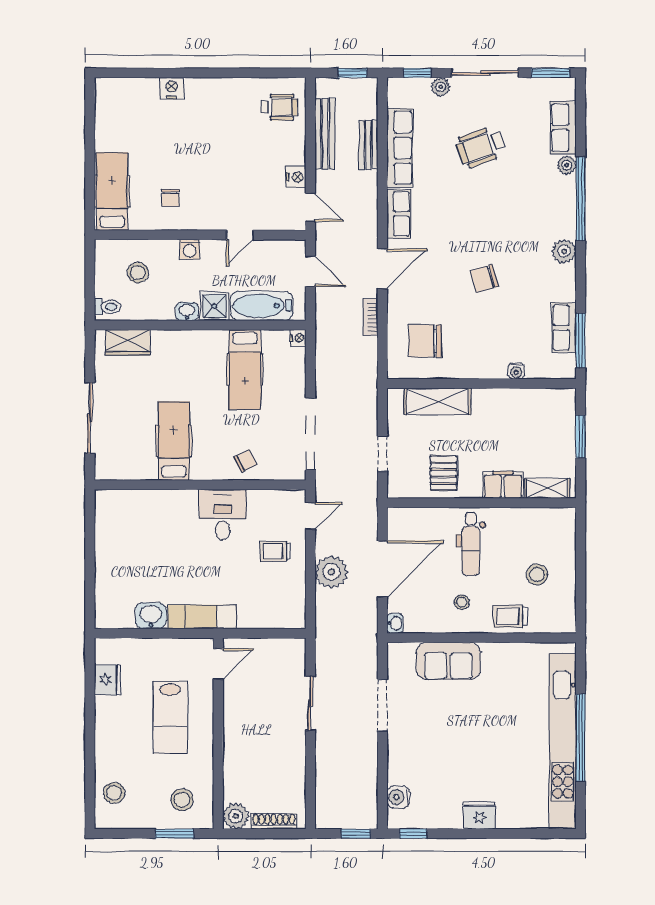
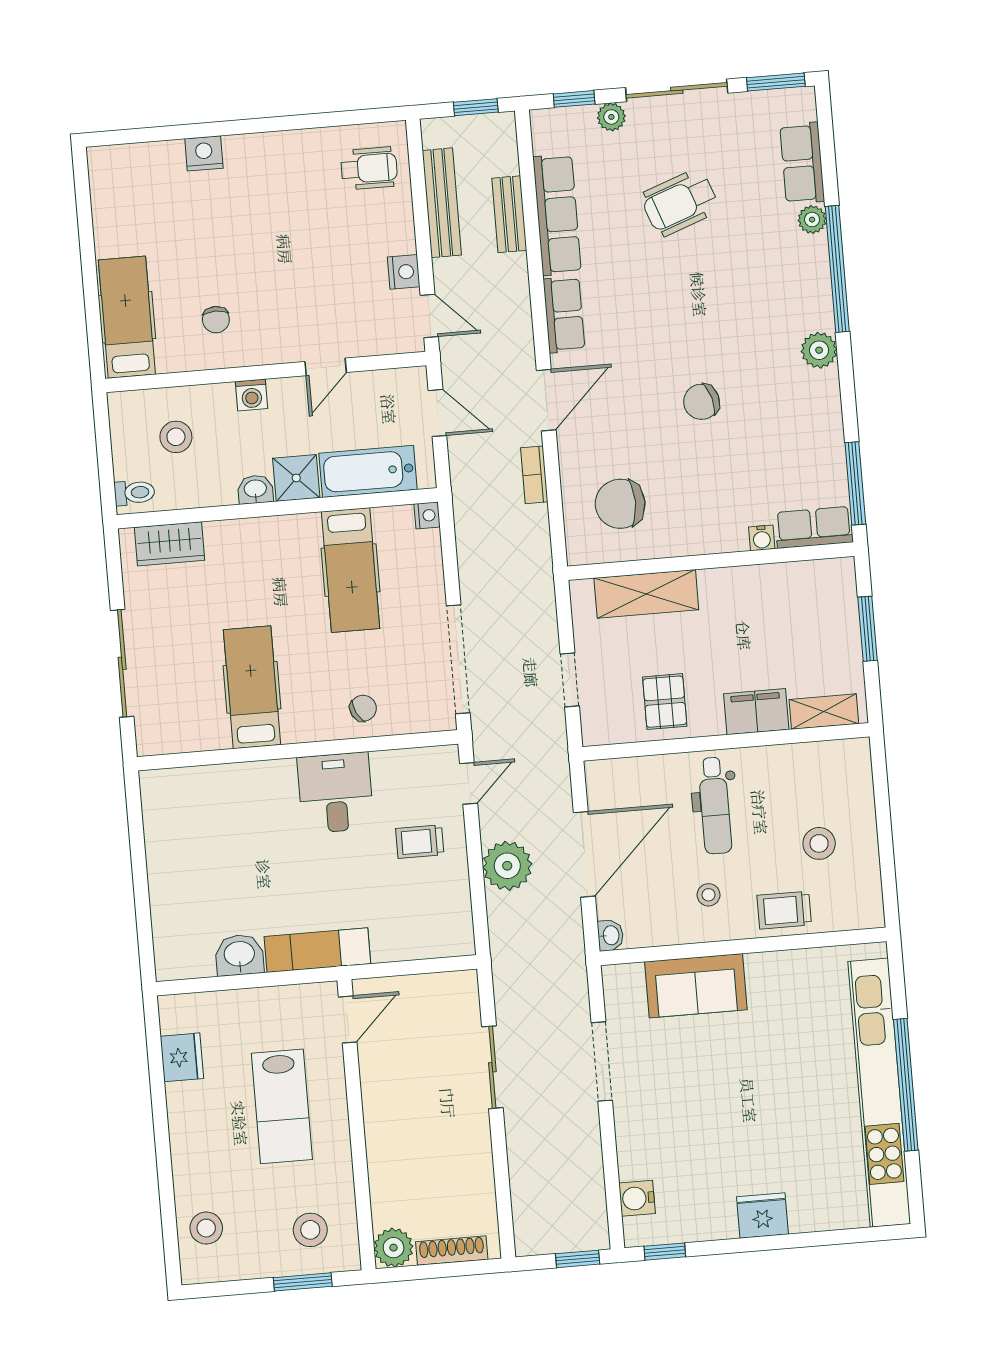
row of seats: (564, 328) -> (814, 527), moved, turned 90

